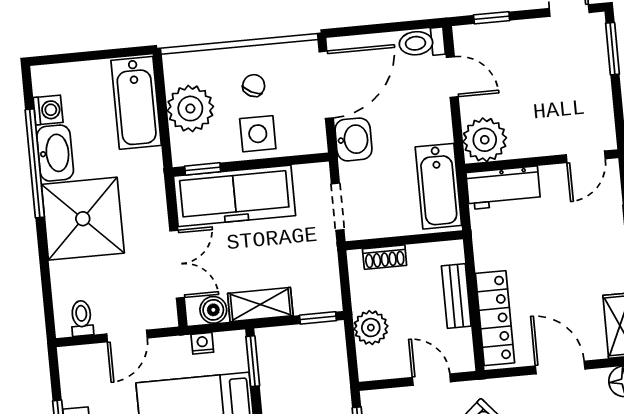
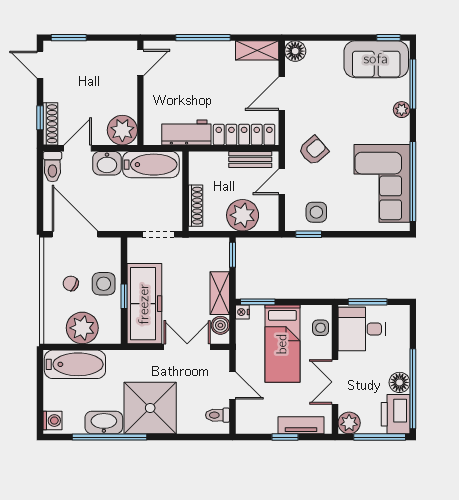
shoe rack: (484, 34) -> (50, 124), added
washing machine: (48, 110) -> (52, 421), moved, turned 90
washbasin: (354, 139) -> (107, 163), moved, turned 180
door: (586, 157) -> (140, 63), hinge flipped
window: (203, 169) -> (124, 296), moved
workbench: (503, 188) -> (186, 132), moved, turned -90
shoe rack: (385, 257) -> (196, 206), width x1.43
bench: (456, 296) -> (250, 159), moved
plant: (371, 328) -> (243, 215), width x1.36, depth x1.36
nightstand: (202, 343) -> (242, 312), moved

